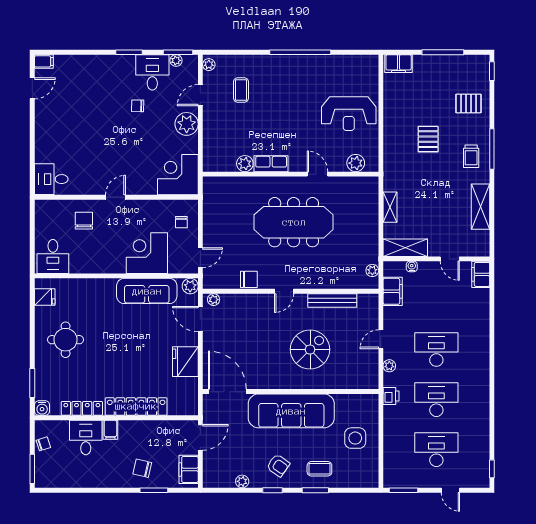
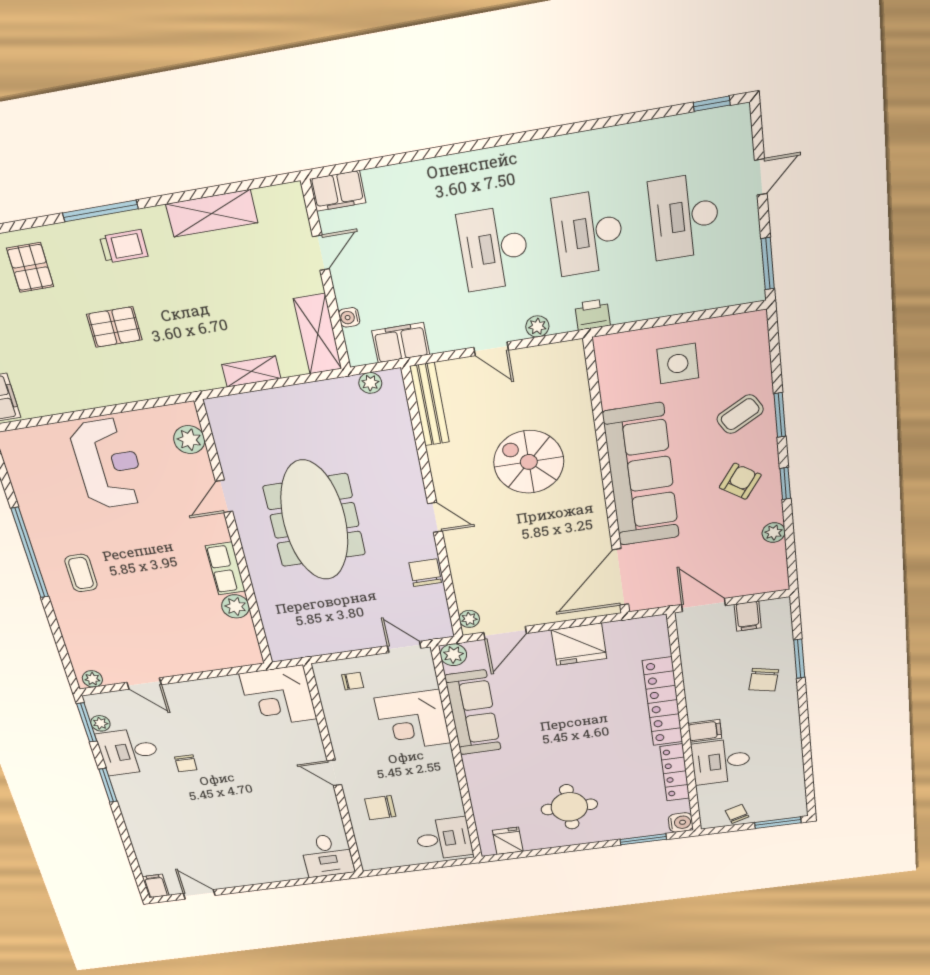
coffee table: (241, 90) -> (81, 573), moved, turned 90
plant: (187, 124) -> (195, 696), removed
bench: (332, 300) -> (430, 404), moved
filing cabinet: (189, 469) -> (748, 616), width x0.50
coffee table: (319, 469) -> (740, 414), turned 60

